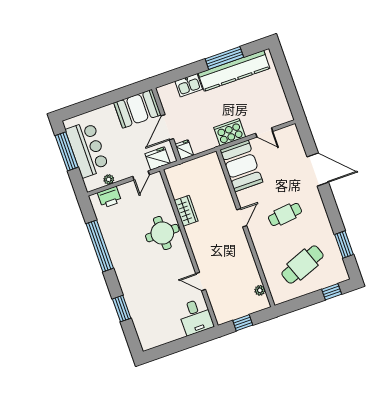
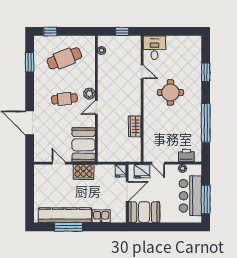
door: (141, 175) -> (158, 163), swing flipped
plant: (256, 232) -> (89, 94), added
round table: (162, 233) -> (170, 92), moved

